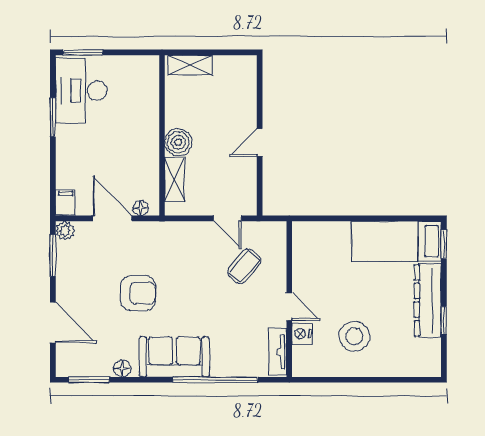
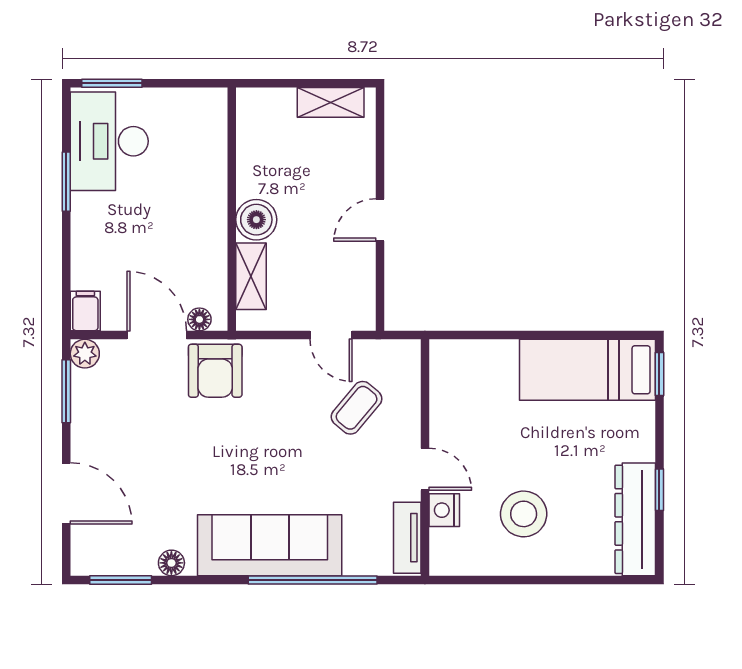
shelving: (190, 65) -> (331, 102), moved
armchair: (138, 293) -> (215, 371), moved, turned 90
dresser: (428, 300) -> (635, 519), moved
sofa: (174, 357) -> (270, 545), width x1.36

